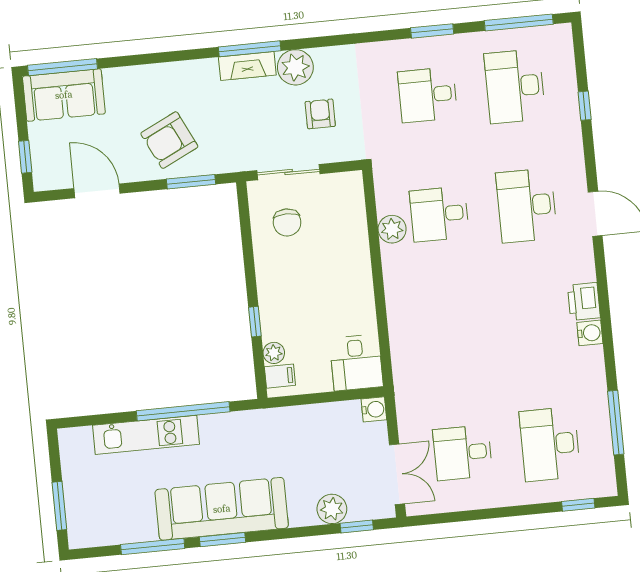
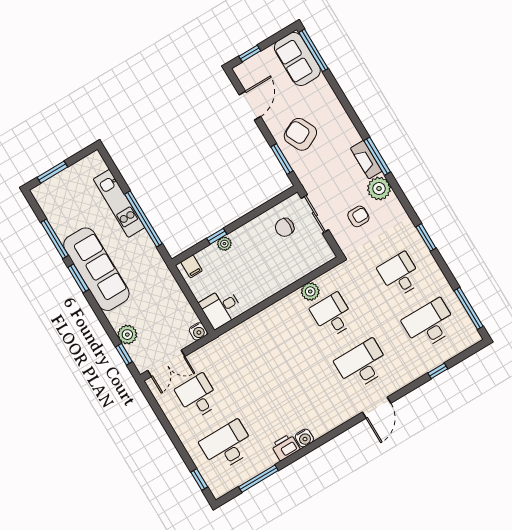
window: (432, 31) -> (426, 237), moved
printer: (584, 302) -> (285, 447), moved
plant: (274, 353) -> (224, 244), moved

